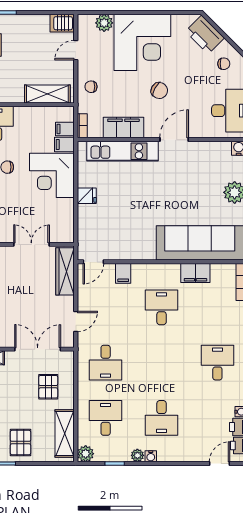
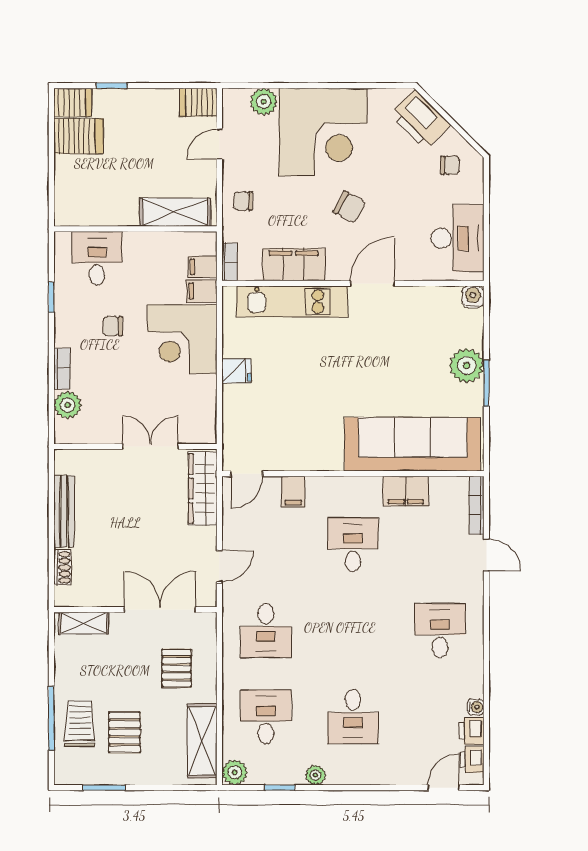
pallet: (20, 443) -> (125, 732), moved
water cooler: (151, 456) -> (336, 776), removed

